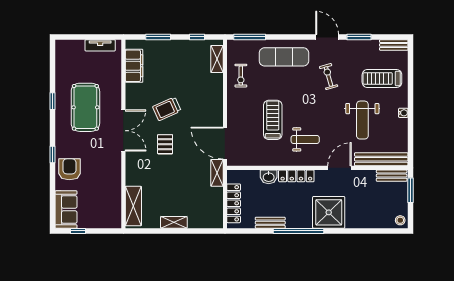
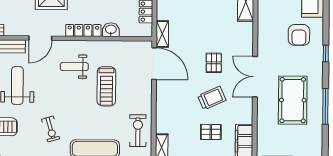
pallet: (167, 75) -> (211, 132), added
exercise bike: (241, 76) -> (138, 131), width x1.38, depth x1.39
window: (52, 101) -> (325, 106), width x2.17
armchair: (69, 169) -> (299, 35), moved

